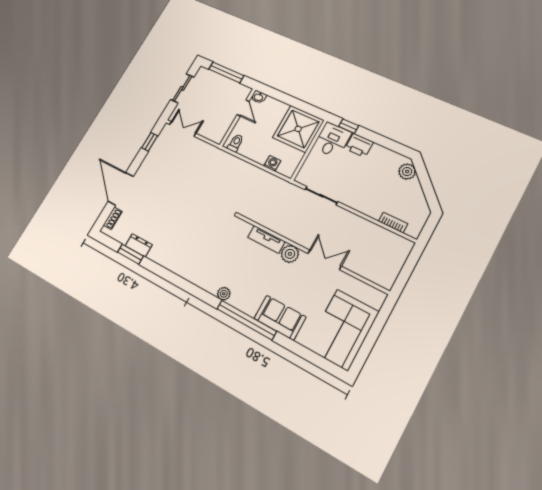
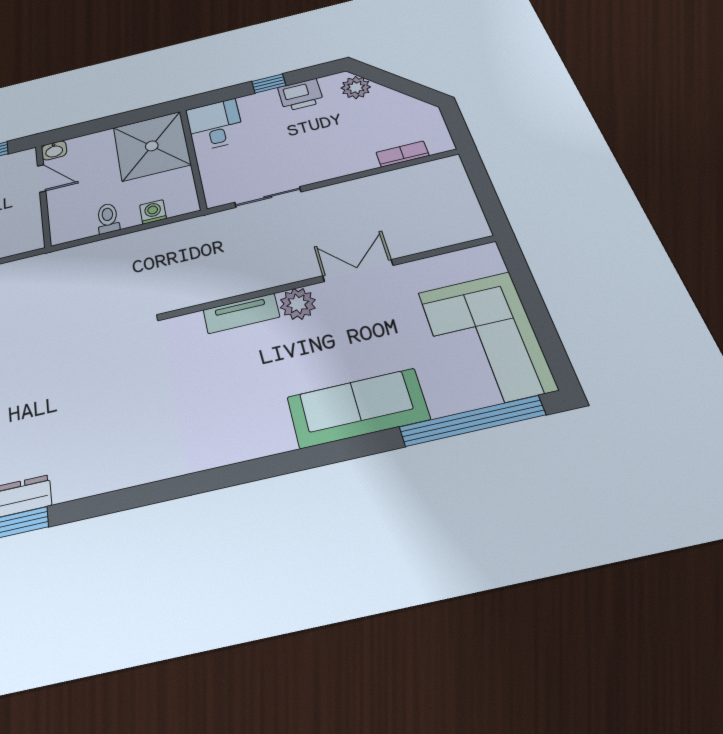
window: (349, 126) -> (269, 83), moved
toilet: (236, 143) -> (108, 218), moved
printer: (359, 145) -> (301, 95), moved
plant: (224, 294) -> (247, 447), removed
sofa: (280, 318) -> (358, 408), width x1.36
window: (246, 320) -> (472, 421), moved

